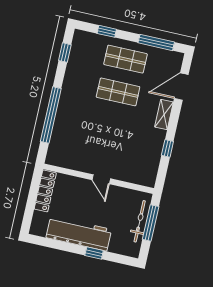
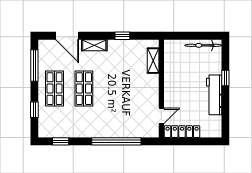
shelving: (132, 176) -> (153, 61), added
door: (101, 179) -> (161, 116), moved
bicycle: (140, 221) -> (203, 45), moved
window: (151, 223) -> (189, 36), removed
workbench: (79, 233) -> (214, 95), width x0.73, depth x0.76

